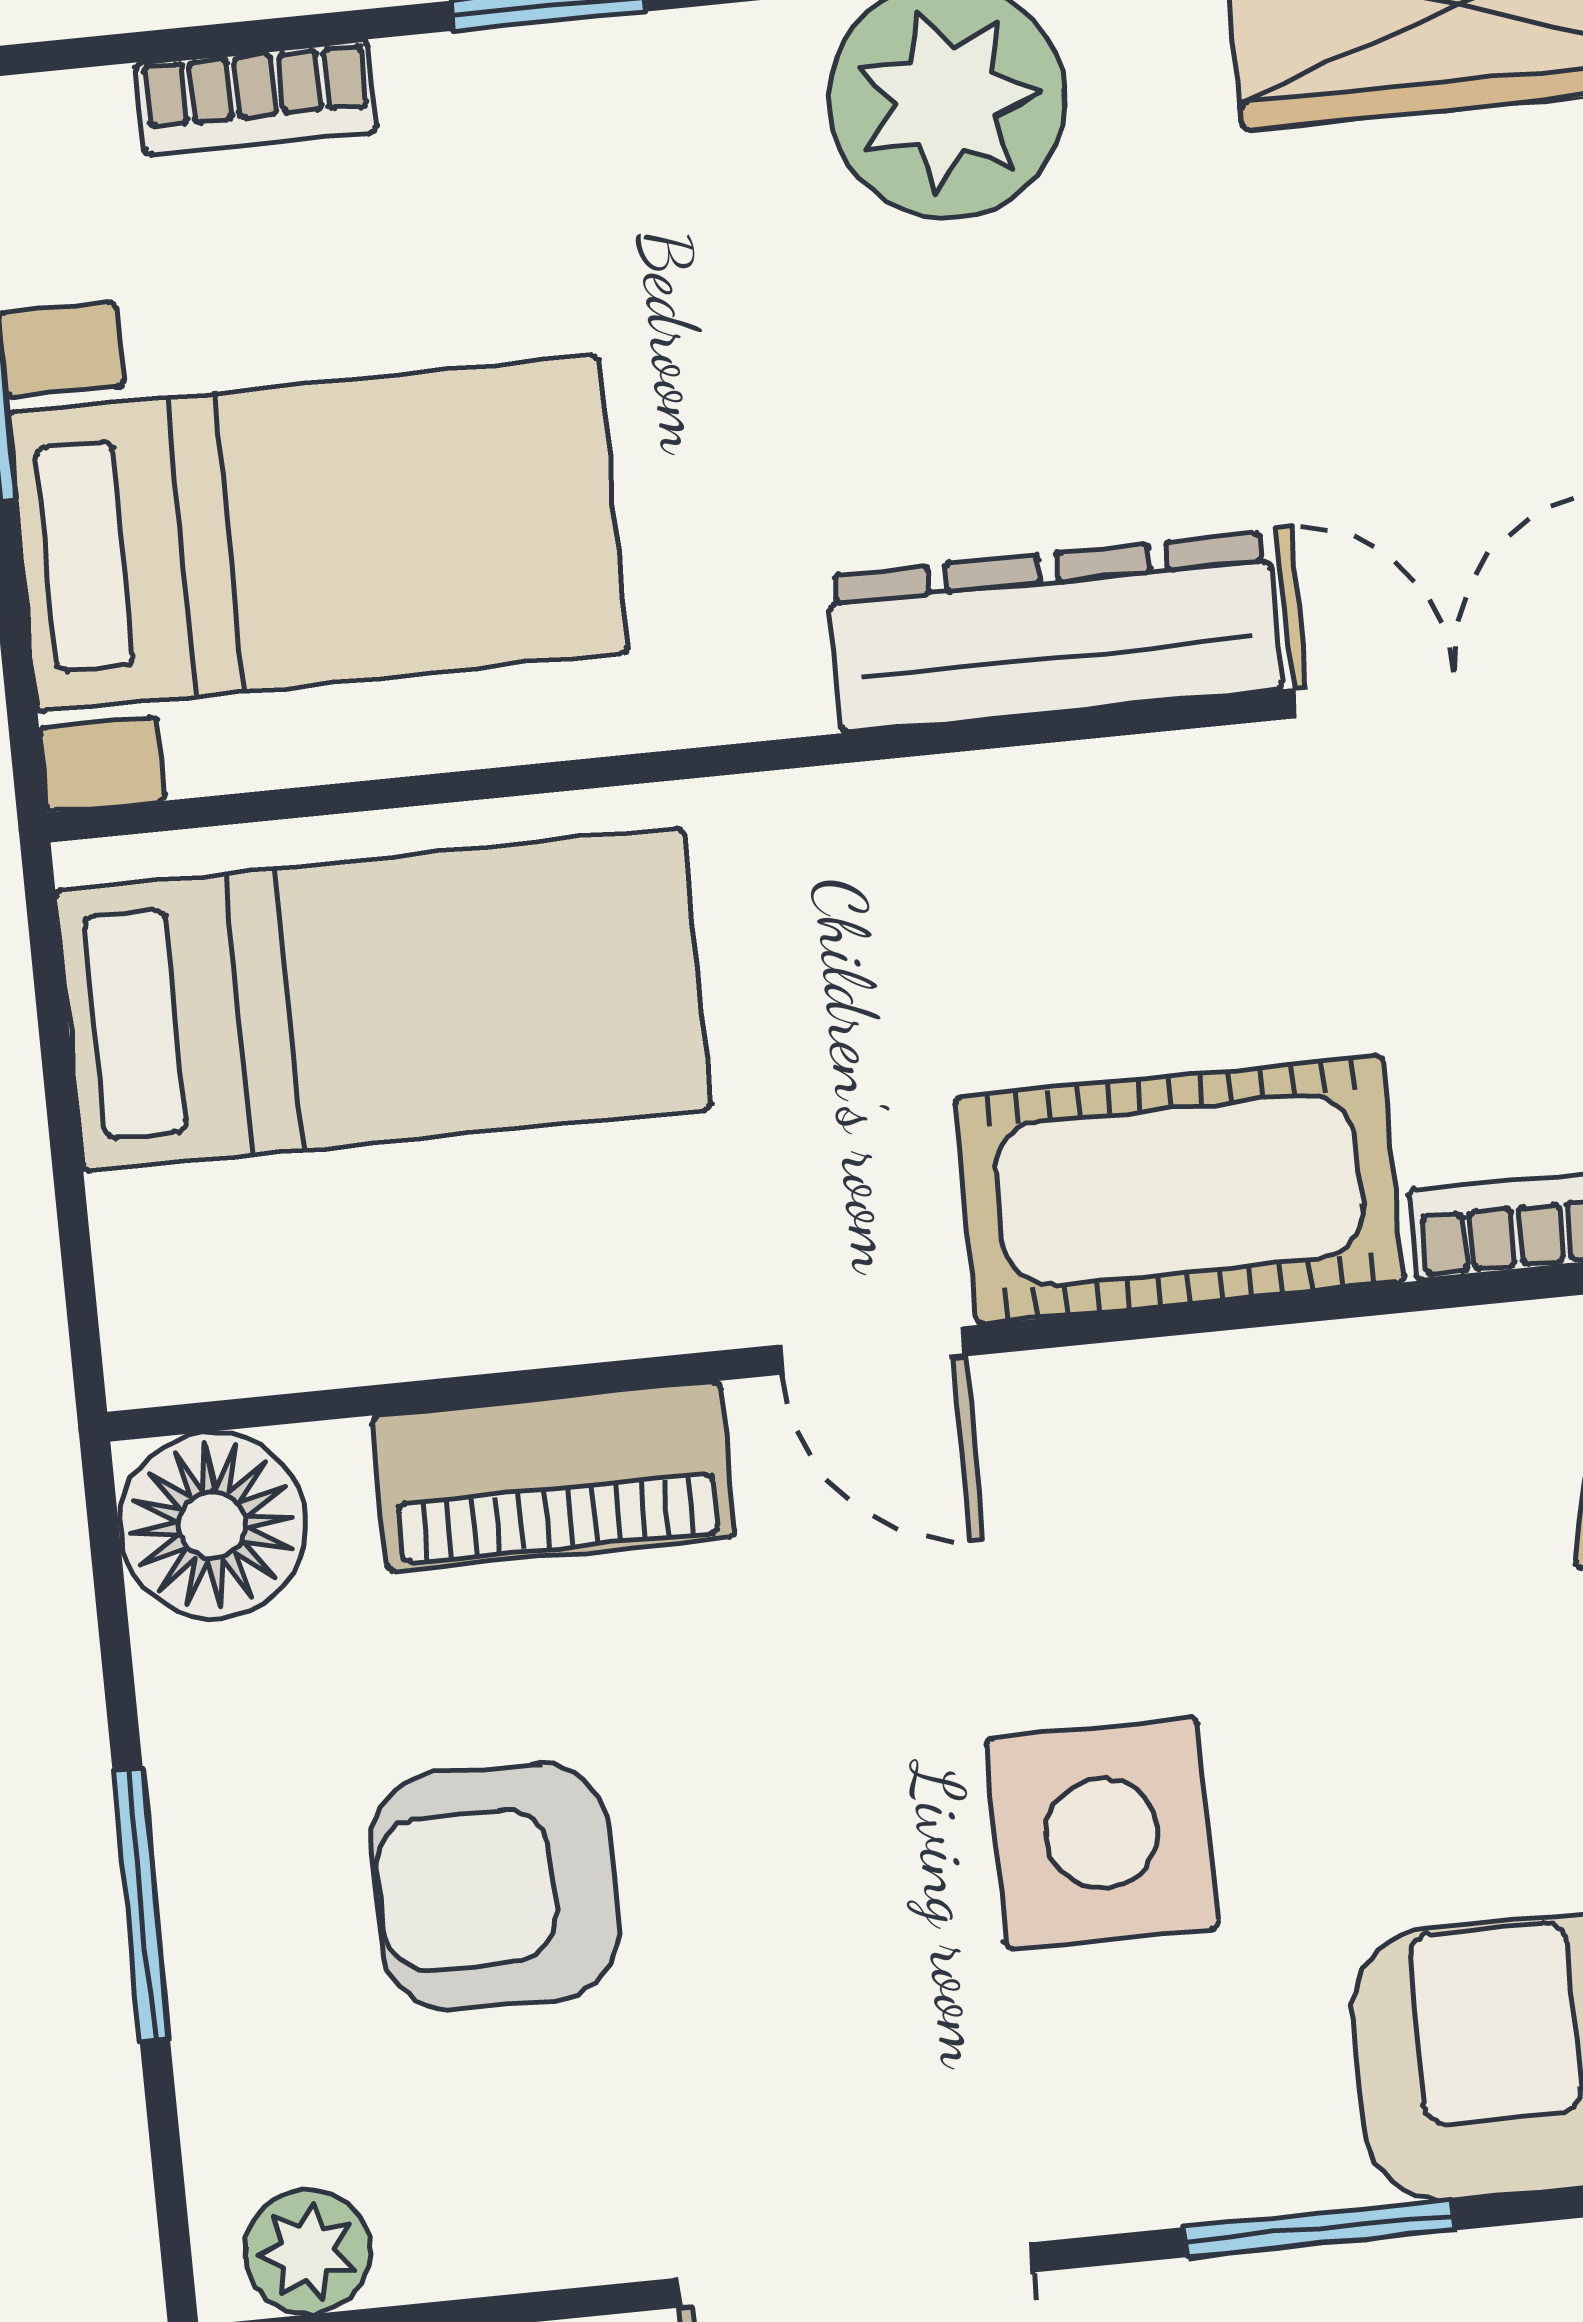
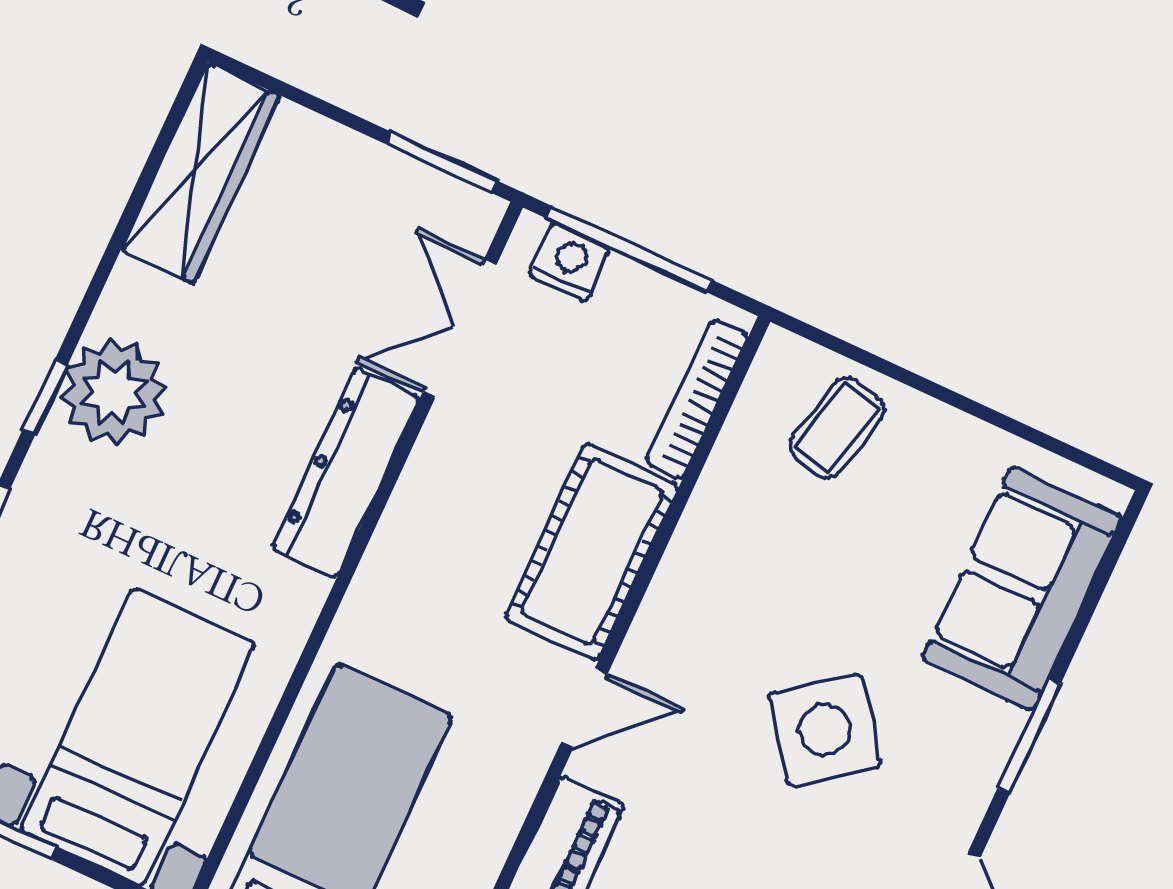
side table: (1102, 1833) -> (825, 730), turned -37

